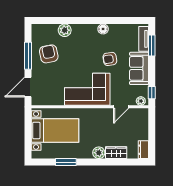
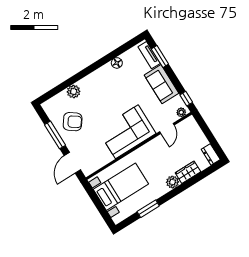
floor lamp: (103, 29) -> (117, 63), moved
armchair: (49, 54) -> (73, 122), turned 137
armchair: (110, 59) -> (130, 92), removed

